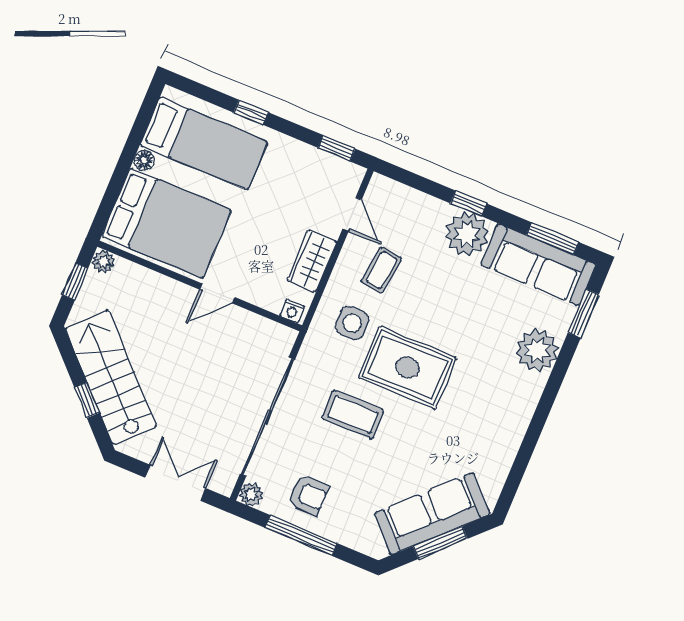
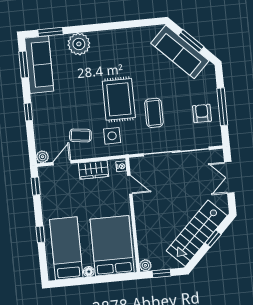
plant: (467, 234) -> (42, 157), moved, width x0.53, depth x0.53
door: (217, 293) -> (130, 185), moved
plant: (251, 494) -> (216, 140), removed

